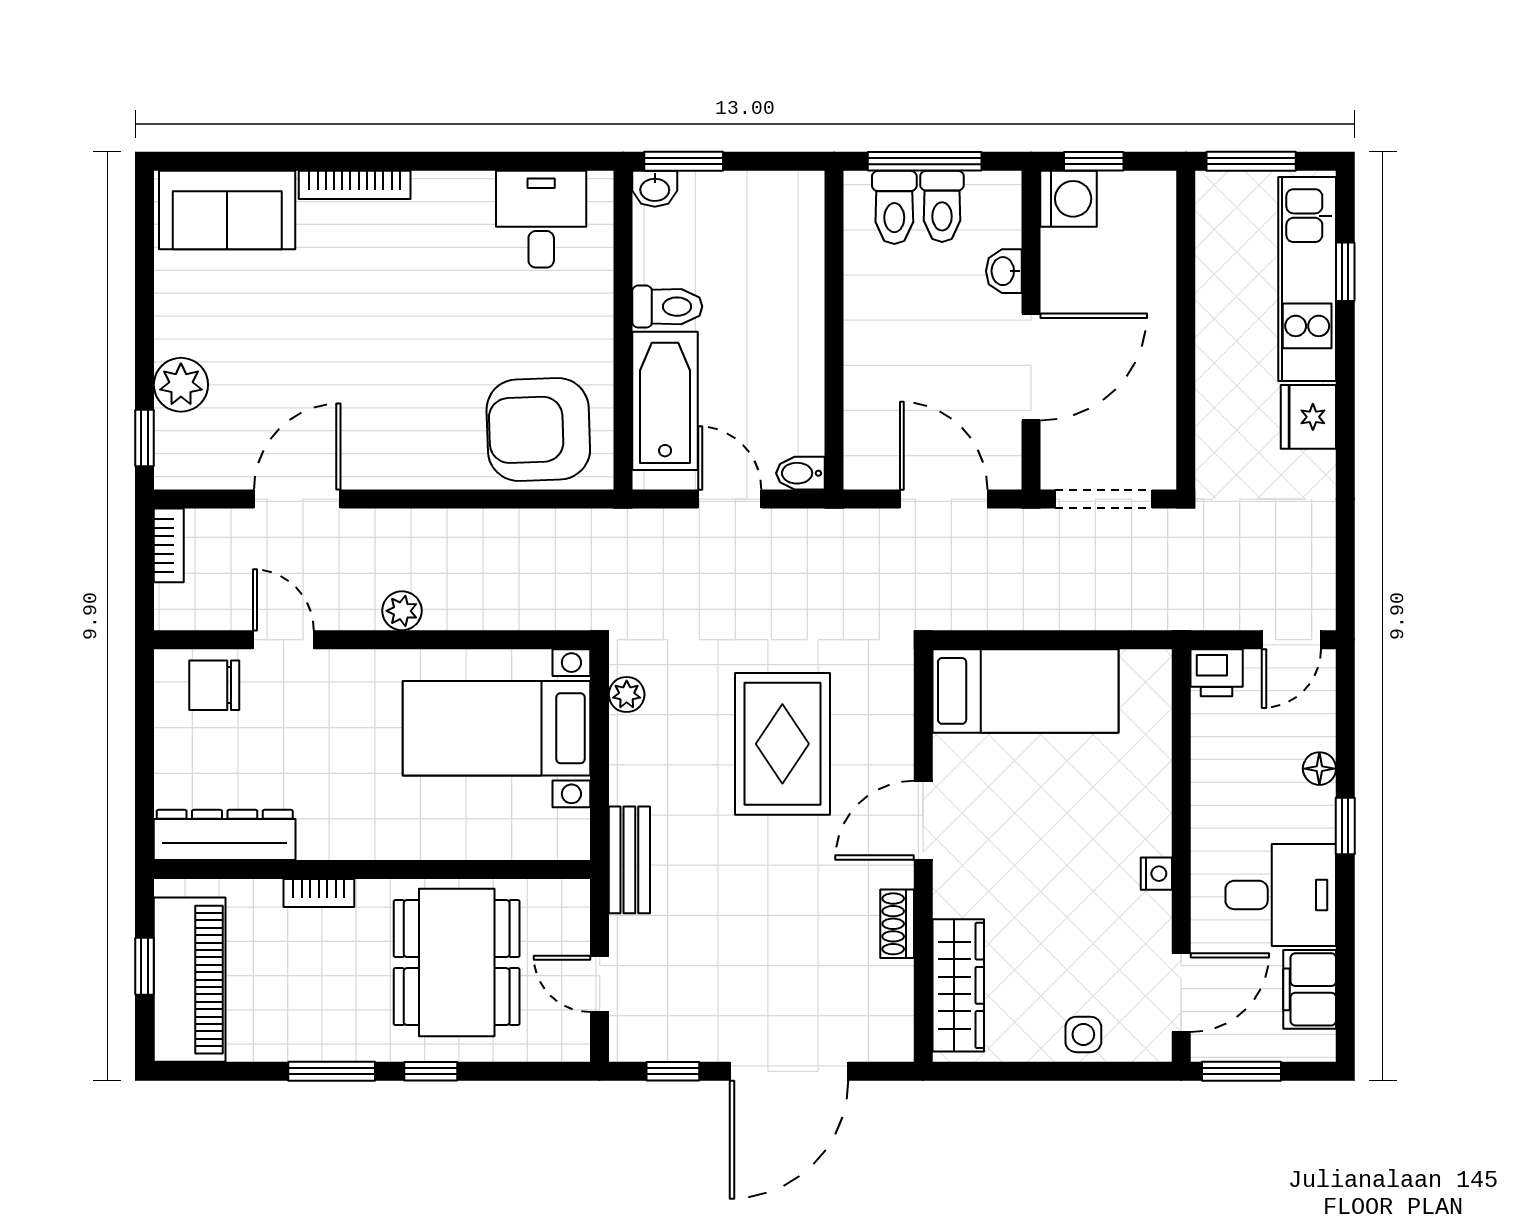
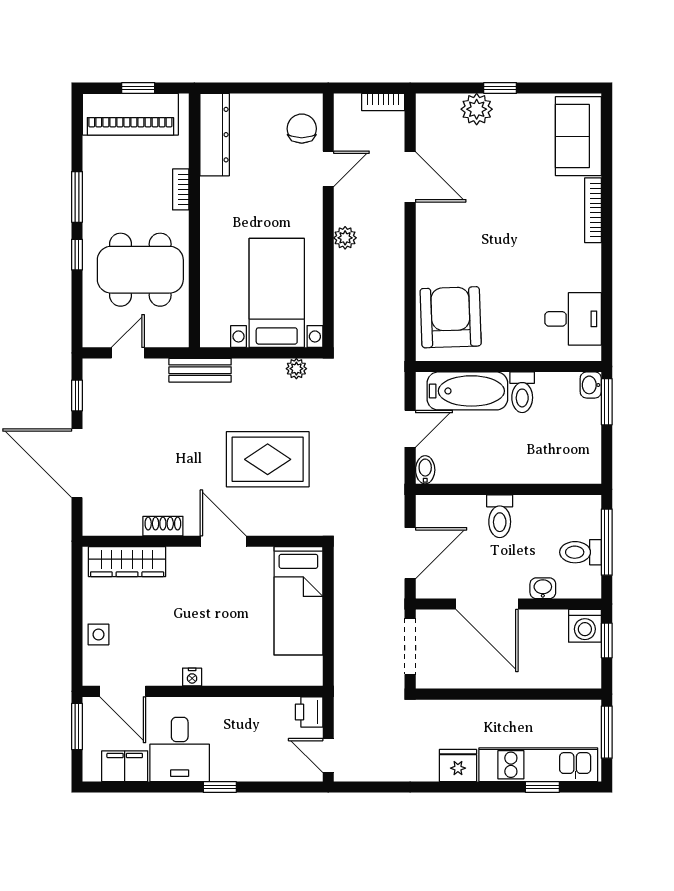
toilet: (894, 207) -> (500, 516), moved, turned -90
window: (145, 438) -> (500, 88), moved
floor lamp: (1319, 769) -> (253, 772), removed

